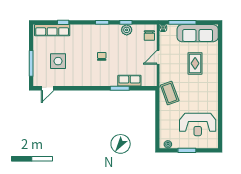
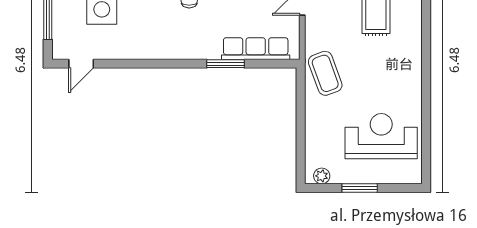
row of seats: (129, 81) -> (256, 49), width x1.48
reception desk: (198, 124) -> (381, 136), turned 180

